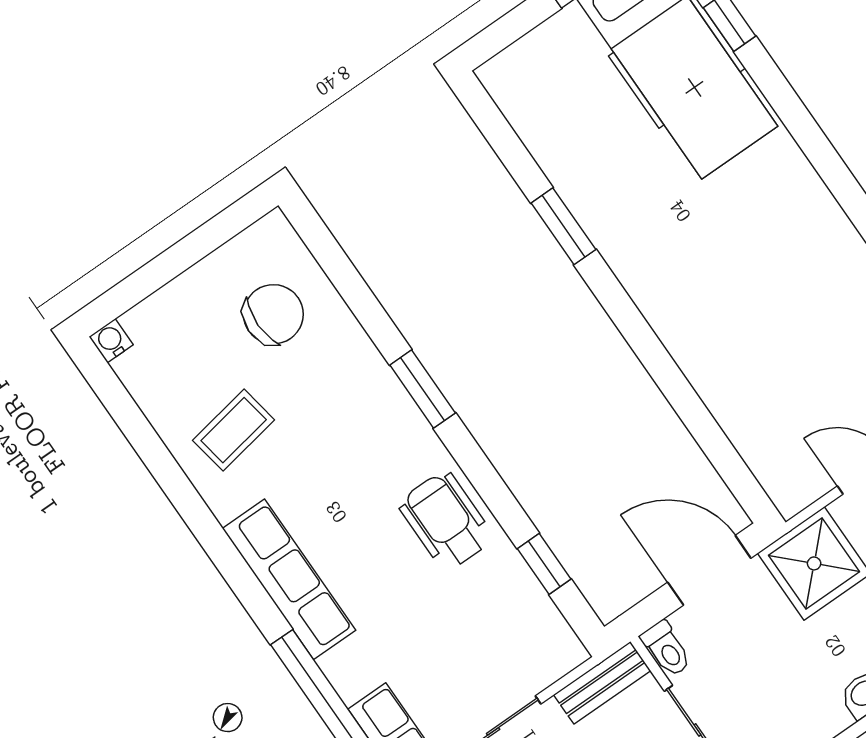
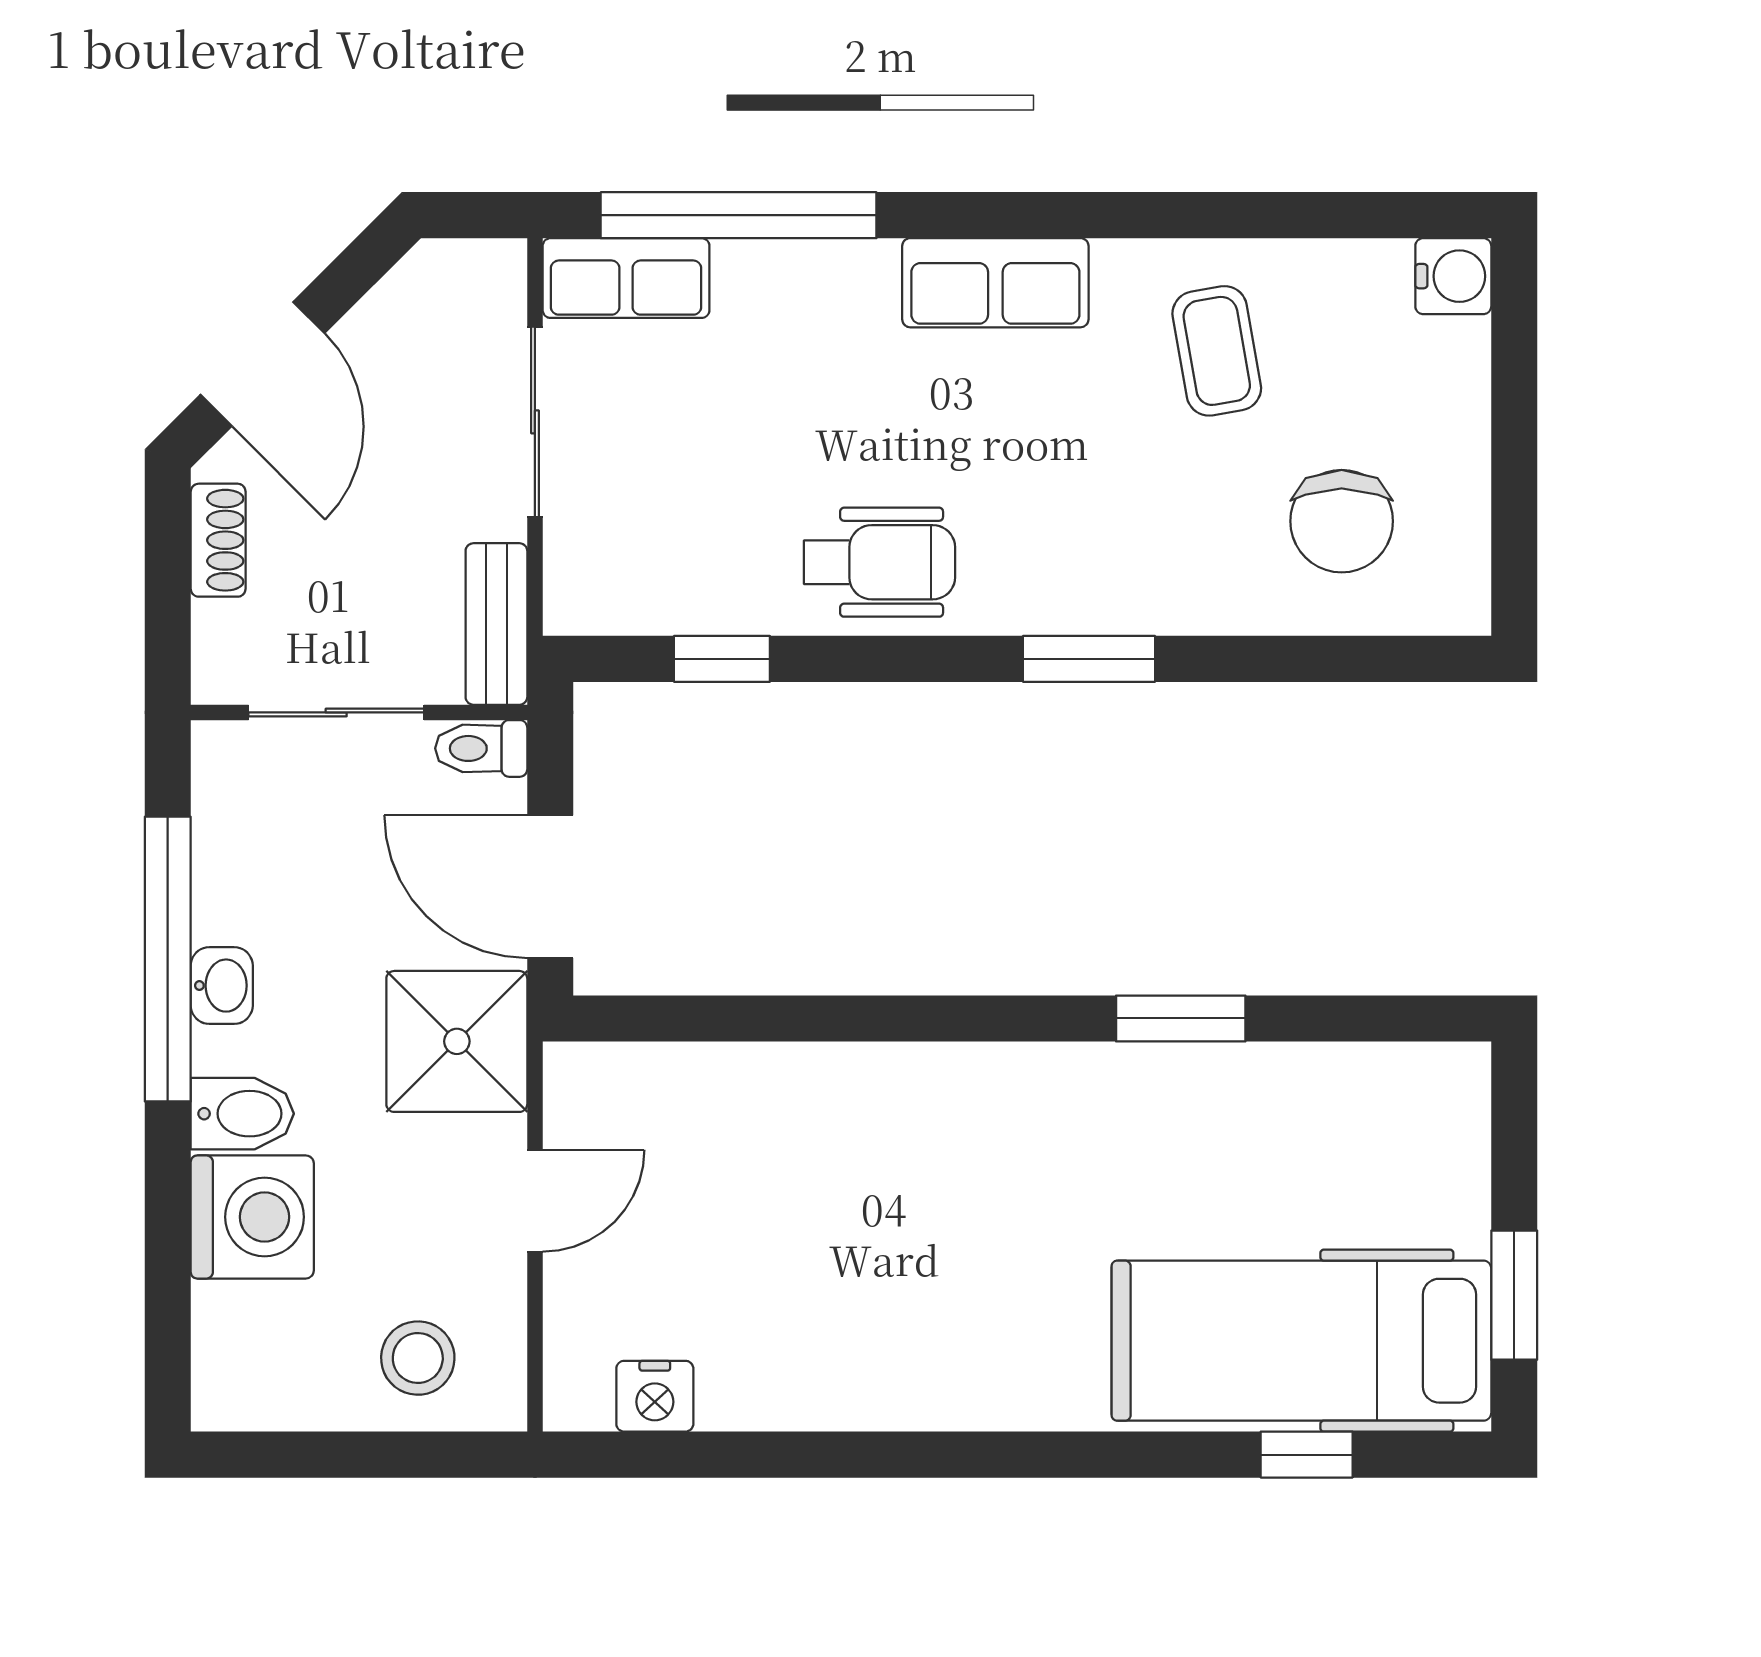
water cooler: (111, 341) -> (1453, 276), width x1.38, depth x1.38
door: (709, 570) -> (550, 887), swing flipped
row of seats: (289, 579) -> (995, 283), width x0.68

